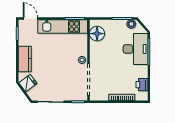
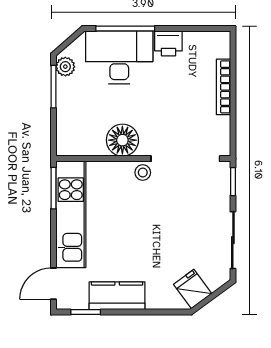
floor lamp: (97, 34) -> (122, 140), moved
kitchen counter: (25, 59) -> (117, 296), moved
printer: (142, 85) -> (168, 43), moved

